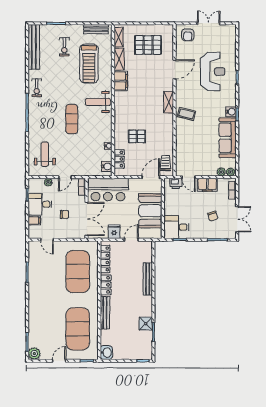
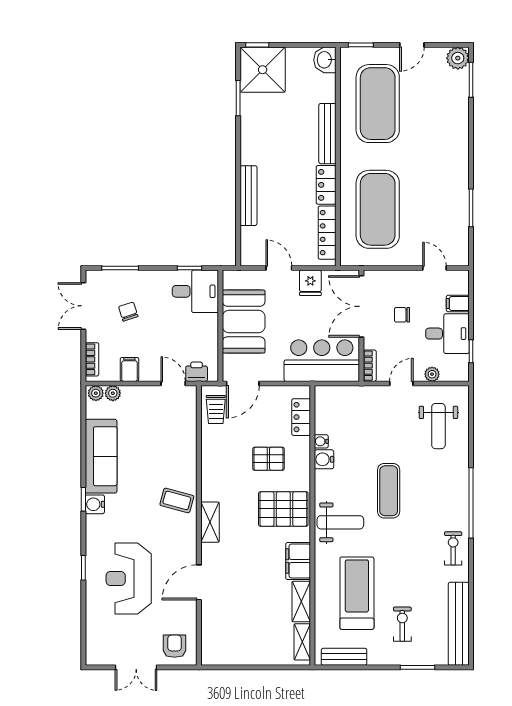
pallet: (148, 45) -> (283, 509), moved
water cooler: (107, 166) -> (324, 459), moved
filing cabinet: (207, 185) -> (129, 369), width x0.50
door: (131, 240) -> (279, 268), swing flipped
shower: (146, 324) -> (263, 70), moved, width x1.86, depth x1.86

